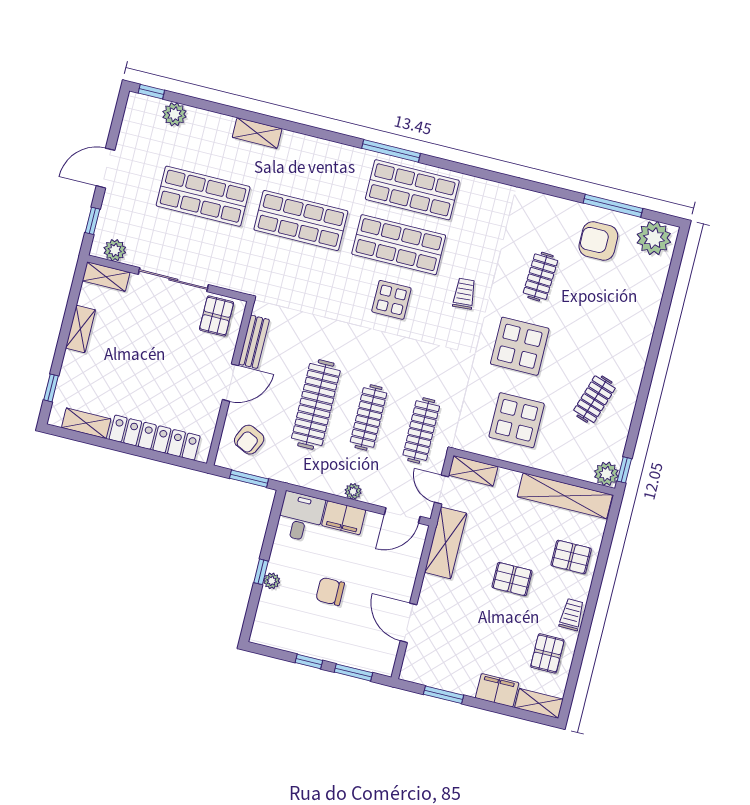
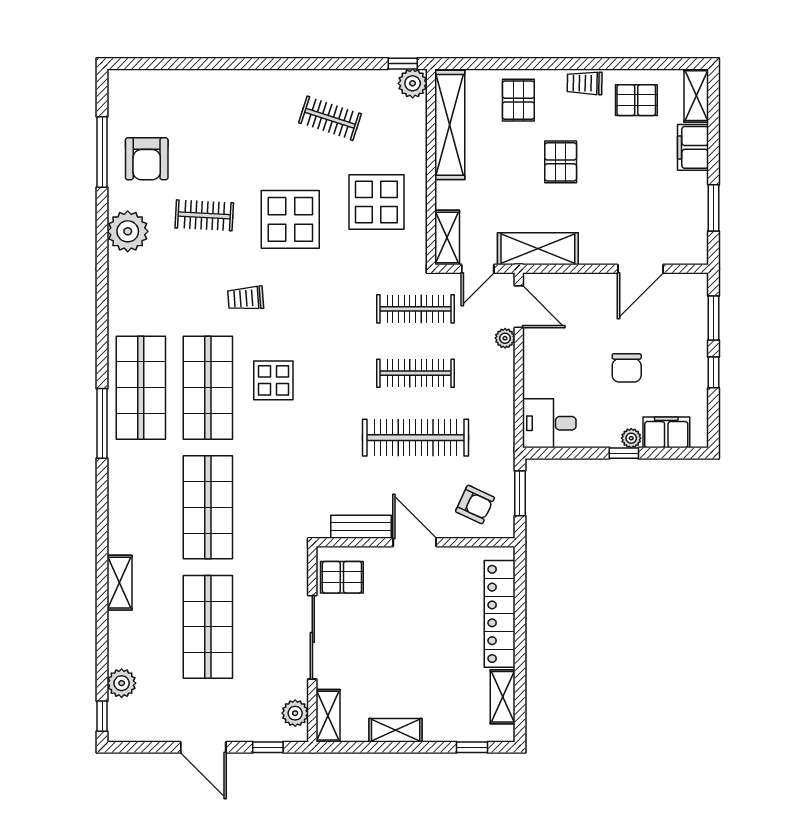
plant: (654, 238) -> (128, 231), moved
plant: (353, 491) -> (505, 338), moved
filing cabinet: (344, 518) -> (666, 432), moved, turned -90

